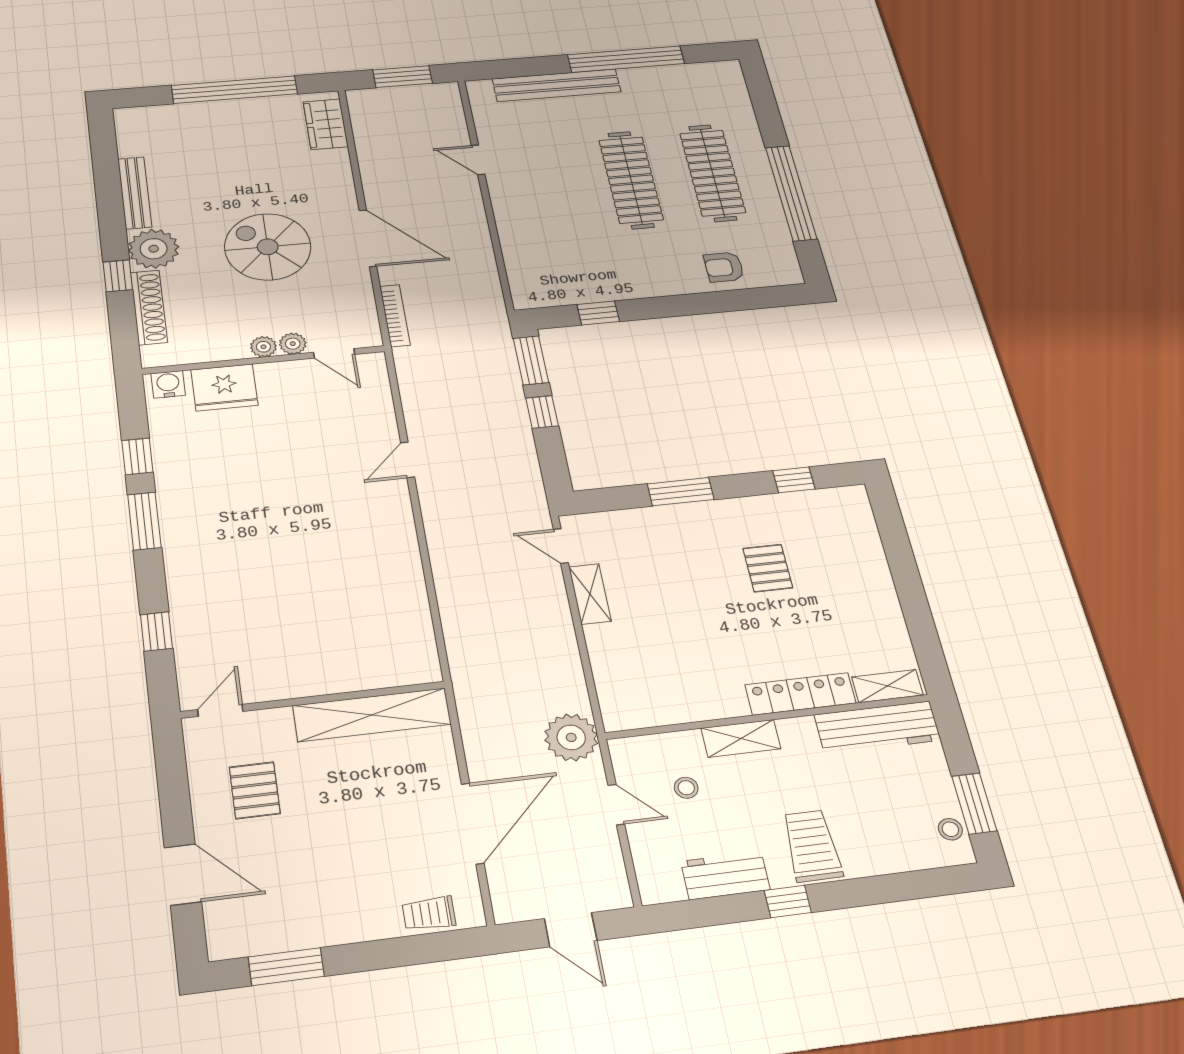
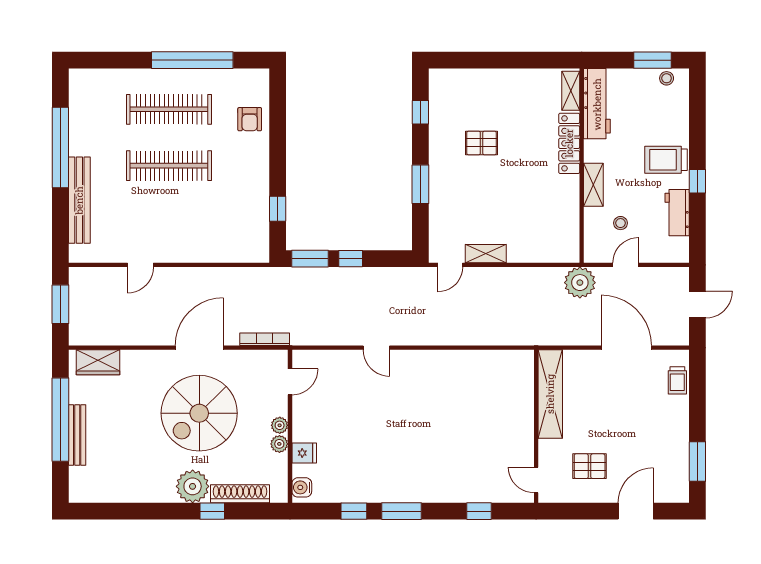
bench: (135, 193) -> (77, 435), moved, turned 90
spiral stairs: (268, 247) -> (199, 413), width x1.37, depth x1.37
plant: (293, 344) -> (279, 444), moved
fridge: (224, 387) -> (304, 453), width x0.53, depth x0.75

